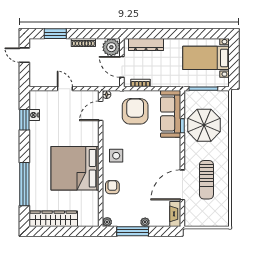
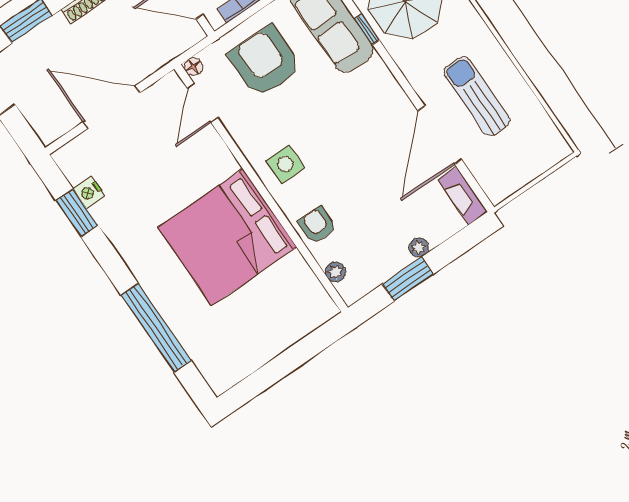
door: (65, 89) -> (111, 107), width x1.88
sun lounger: (206, 180) -> (477, 96), turned 180
wardrobe: (53, 219) -> (250, 354), removed
plant: (107, 222) -> (335, 272), moved
window: (133, 231) -> (408, 279), width x0.69

